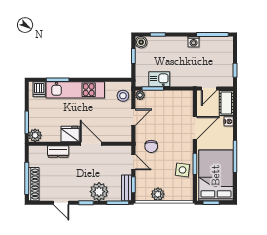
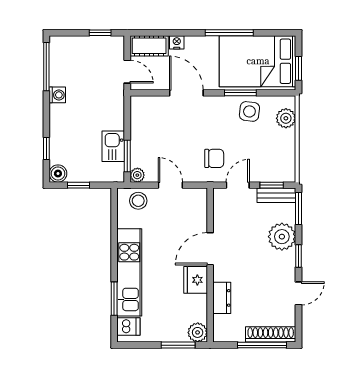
plant: (158, 194) -> (286, 118), moved

